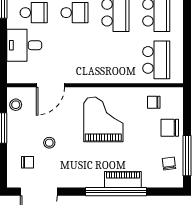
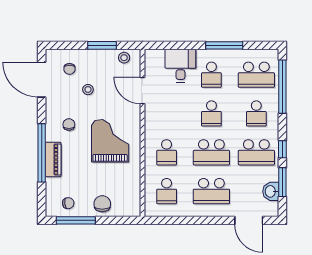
school desk: (115, 60) -> (167, 152), added
school desk: (156, 60) -> (167, 191), width x0.54
chair: (154, 102) -> (69, 125), moved
grand piano: (103, 119) -> (110, 141), turned -90

